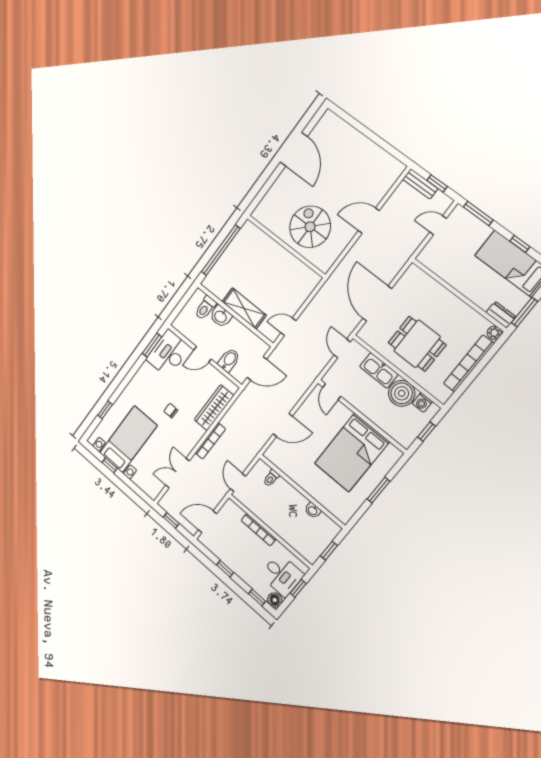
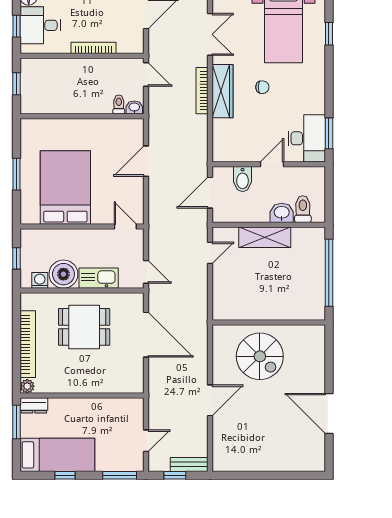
wardrobe: (214, 408) -> (223, 91), moved
washbasin: (313, 510) -> (134, 107), moved

